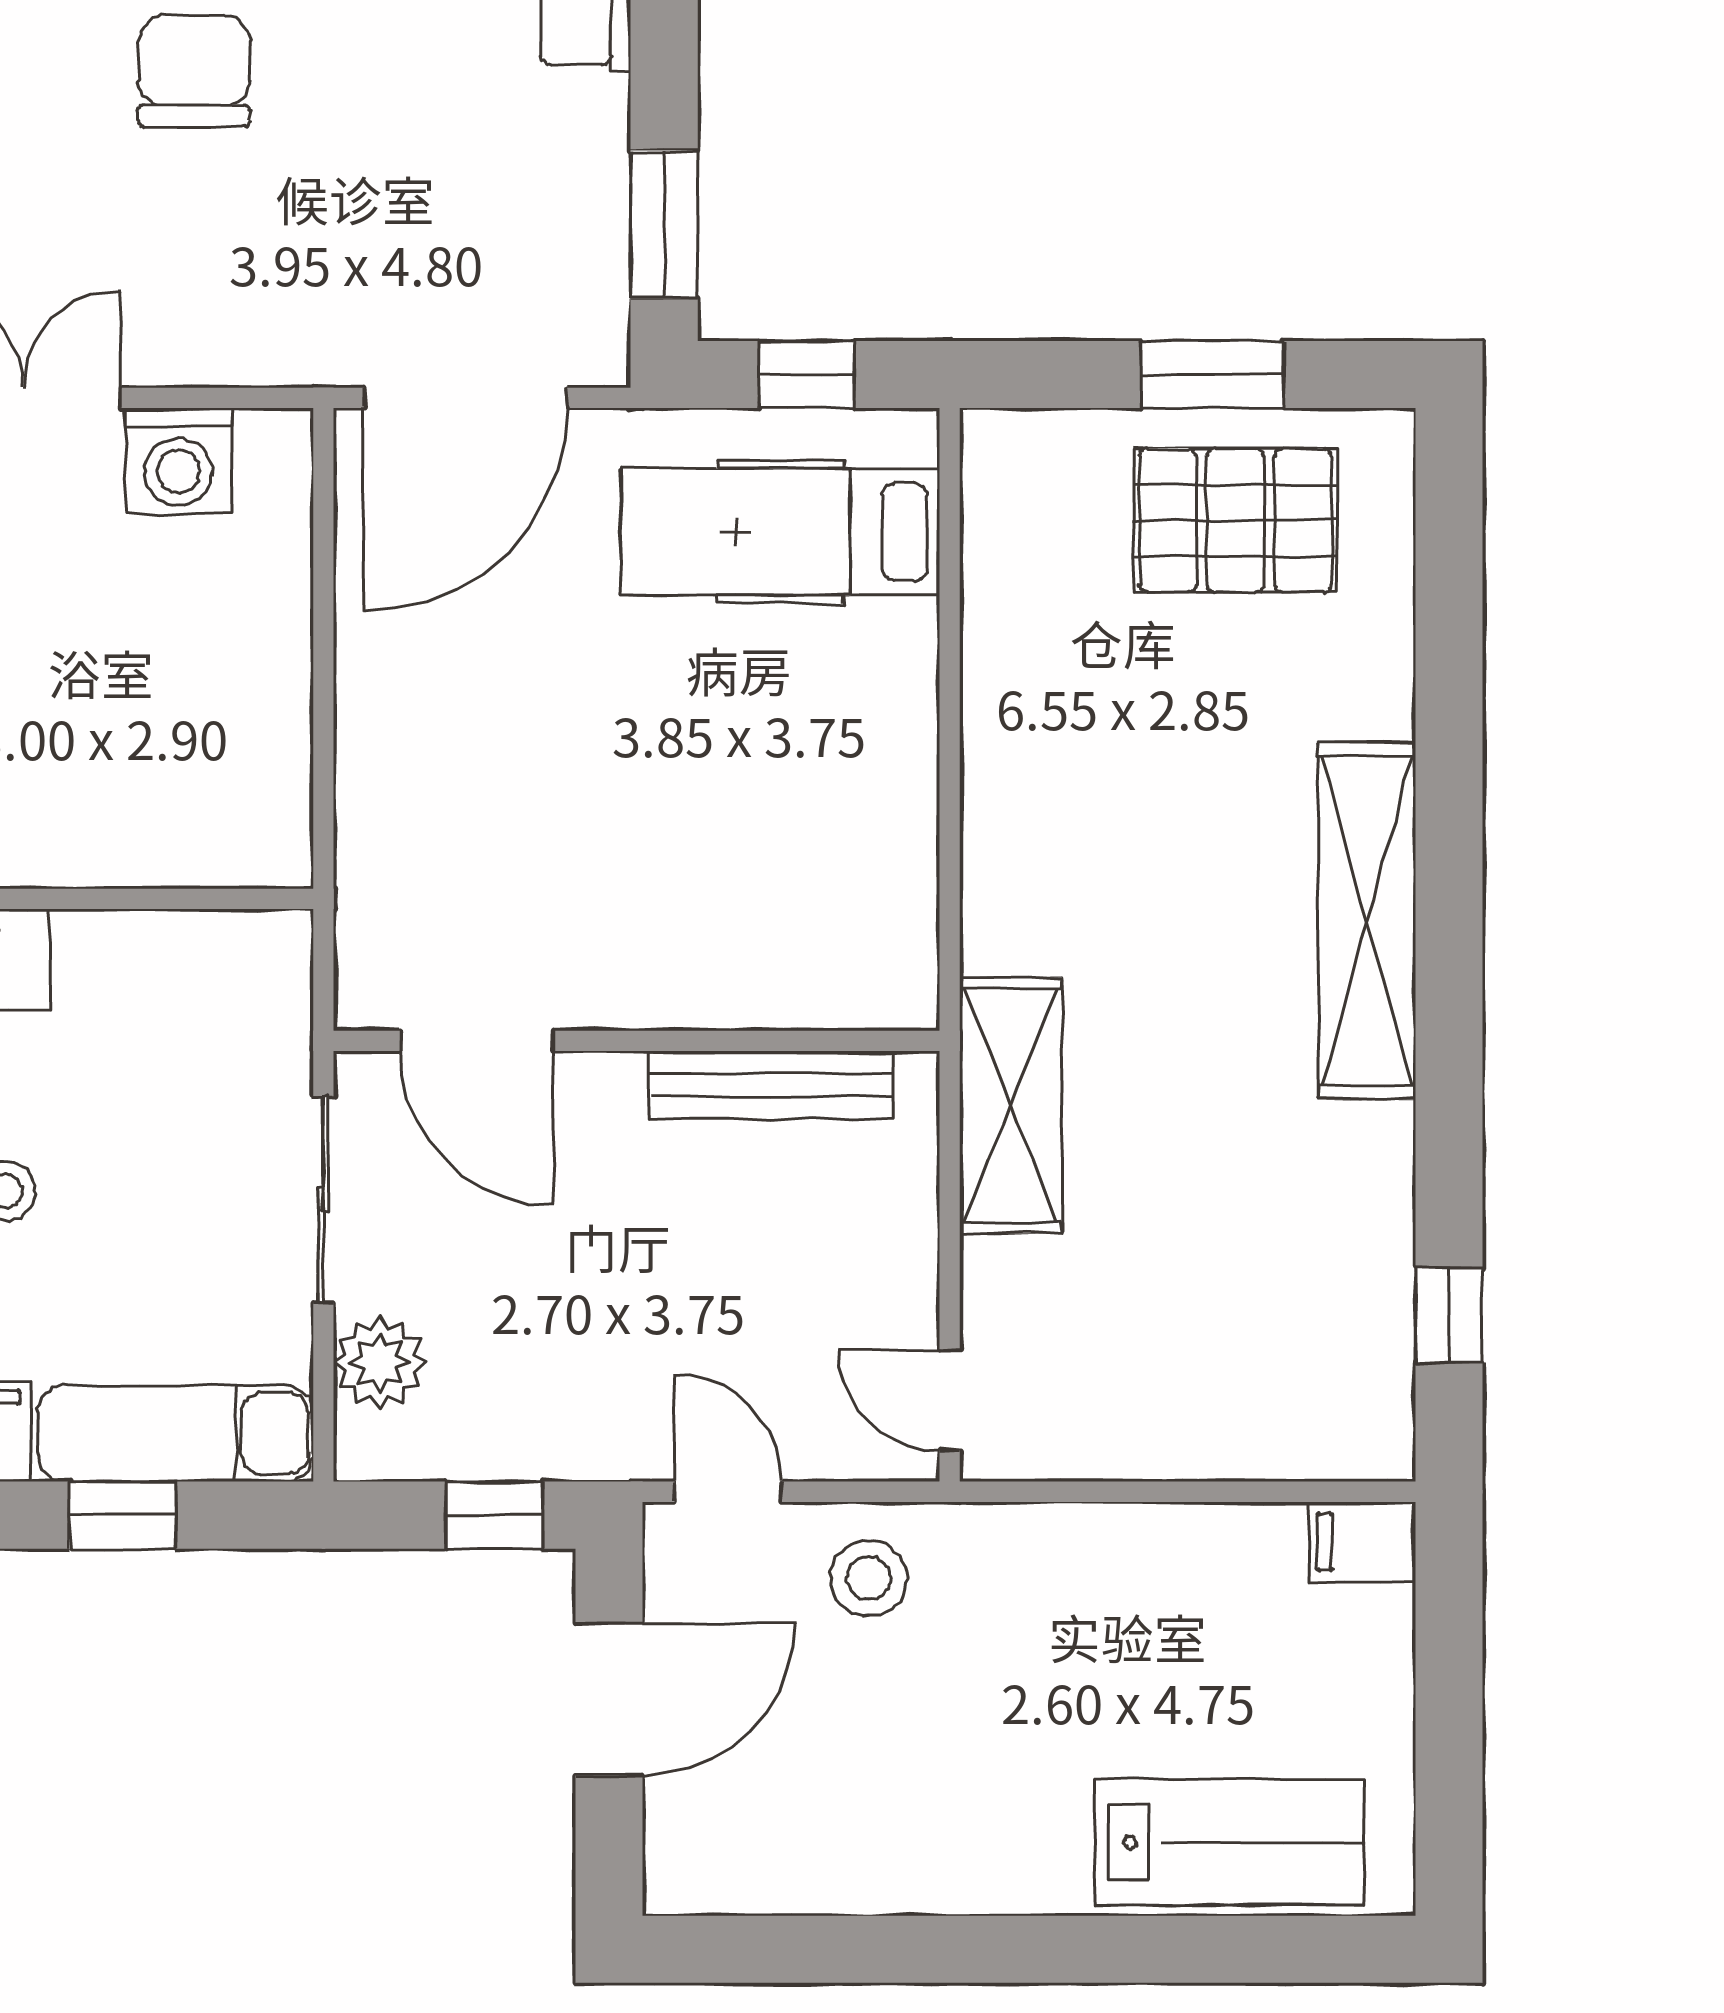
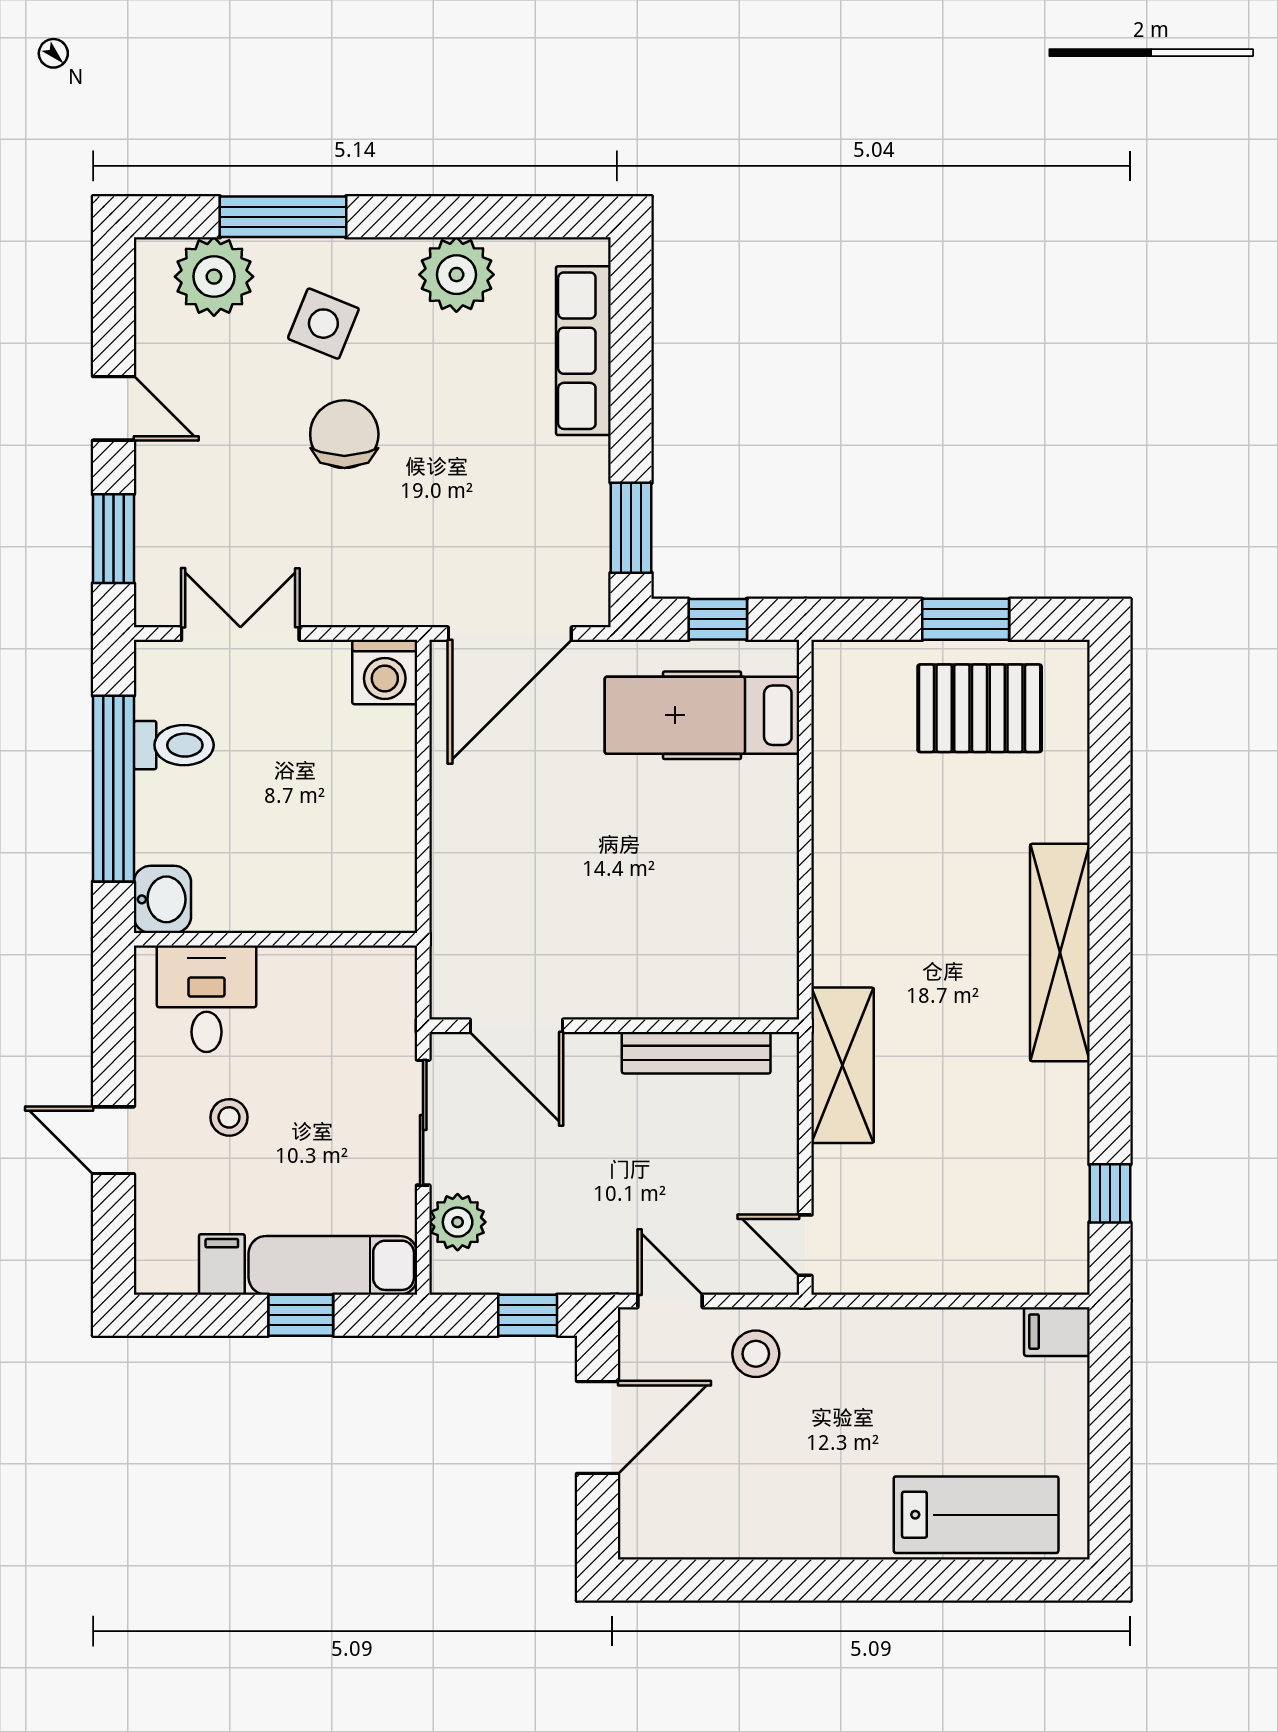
washing machine: (179, 461) -> (385, 672), moved

